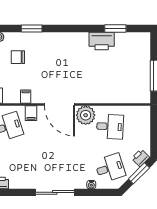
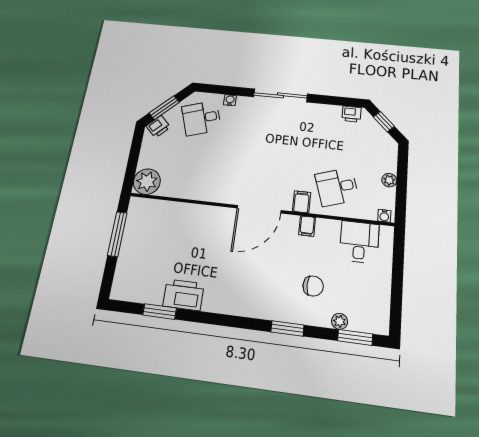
door: (59, 105) -> (259, 209), swing flipped
plant: (86, 115) -> (147, 182), moved
desk: (110, 127) -> (192, 171), removed

